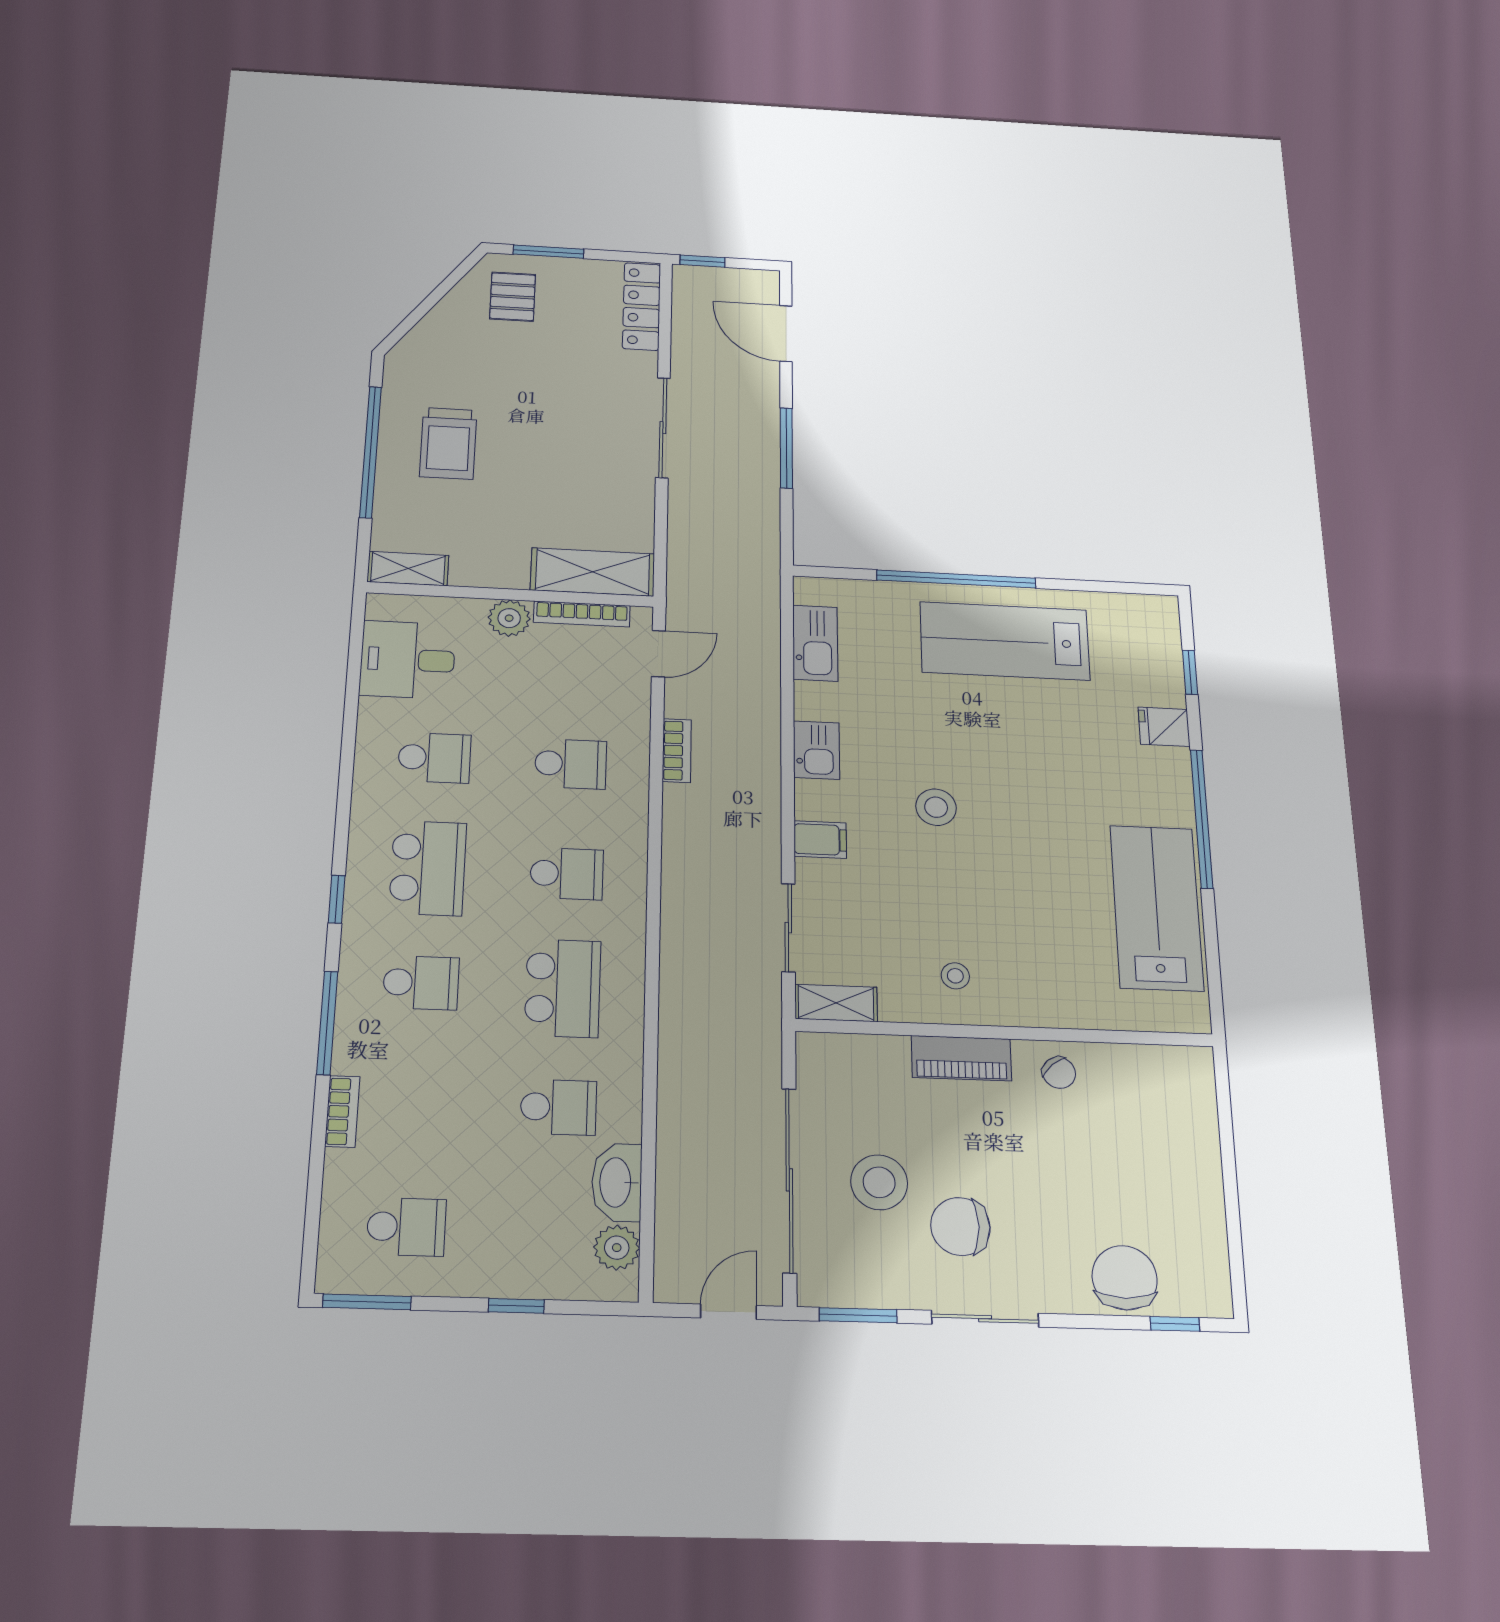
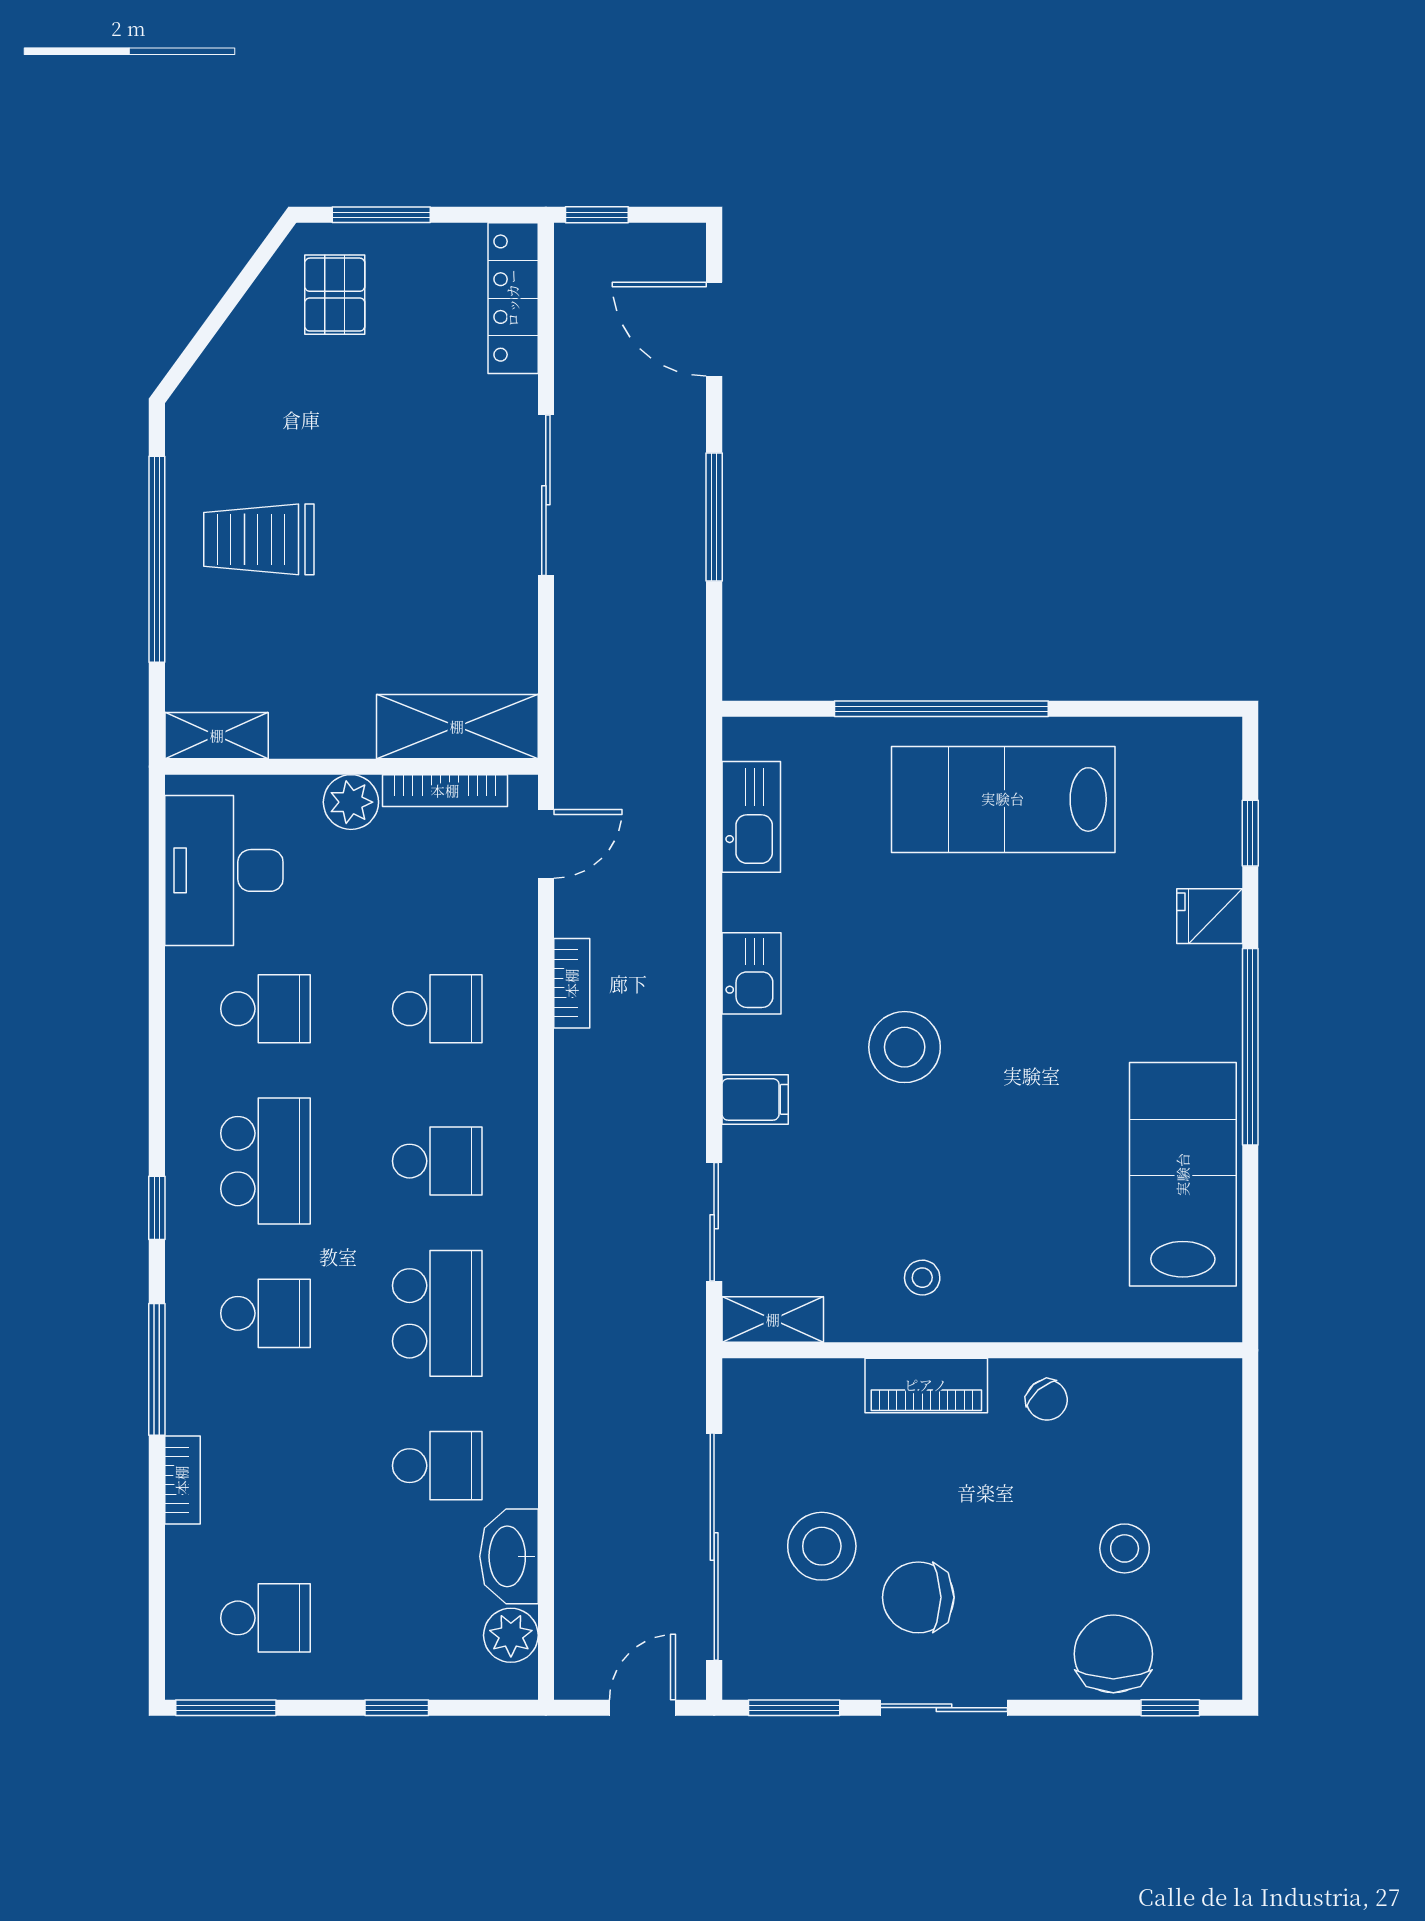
trolley: (448, 443) -> (259, 539), turned 90
desk: (408, 660) -> (224, 870), width x1.37
stool: (936, 807) -> (905, 1047), width x1.38, depth x1.38
stool: (1129, 1192) -> (1125, 1548), added

